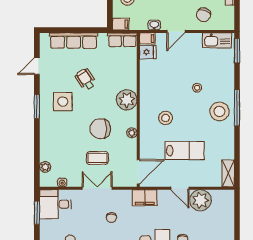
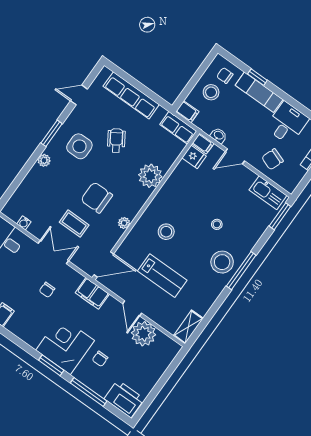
plant: (127, 100) -> (150, 176), moved
plant: (45, 167) -> (44, 160), moved

